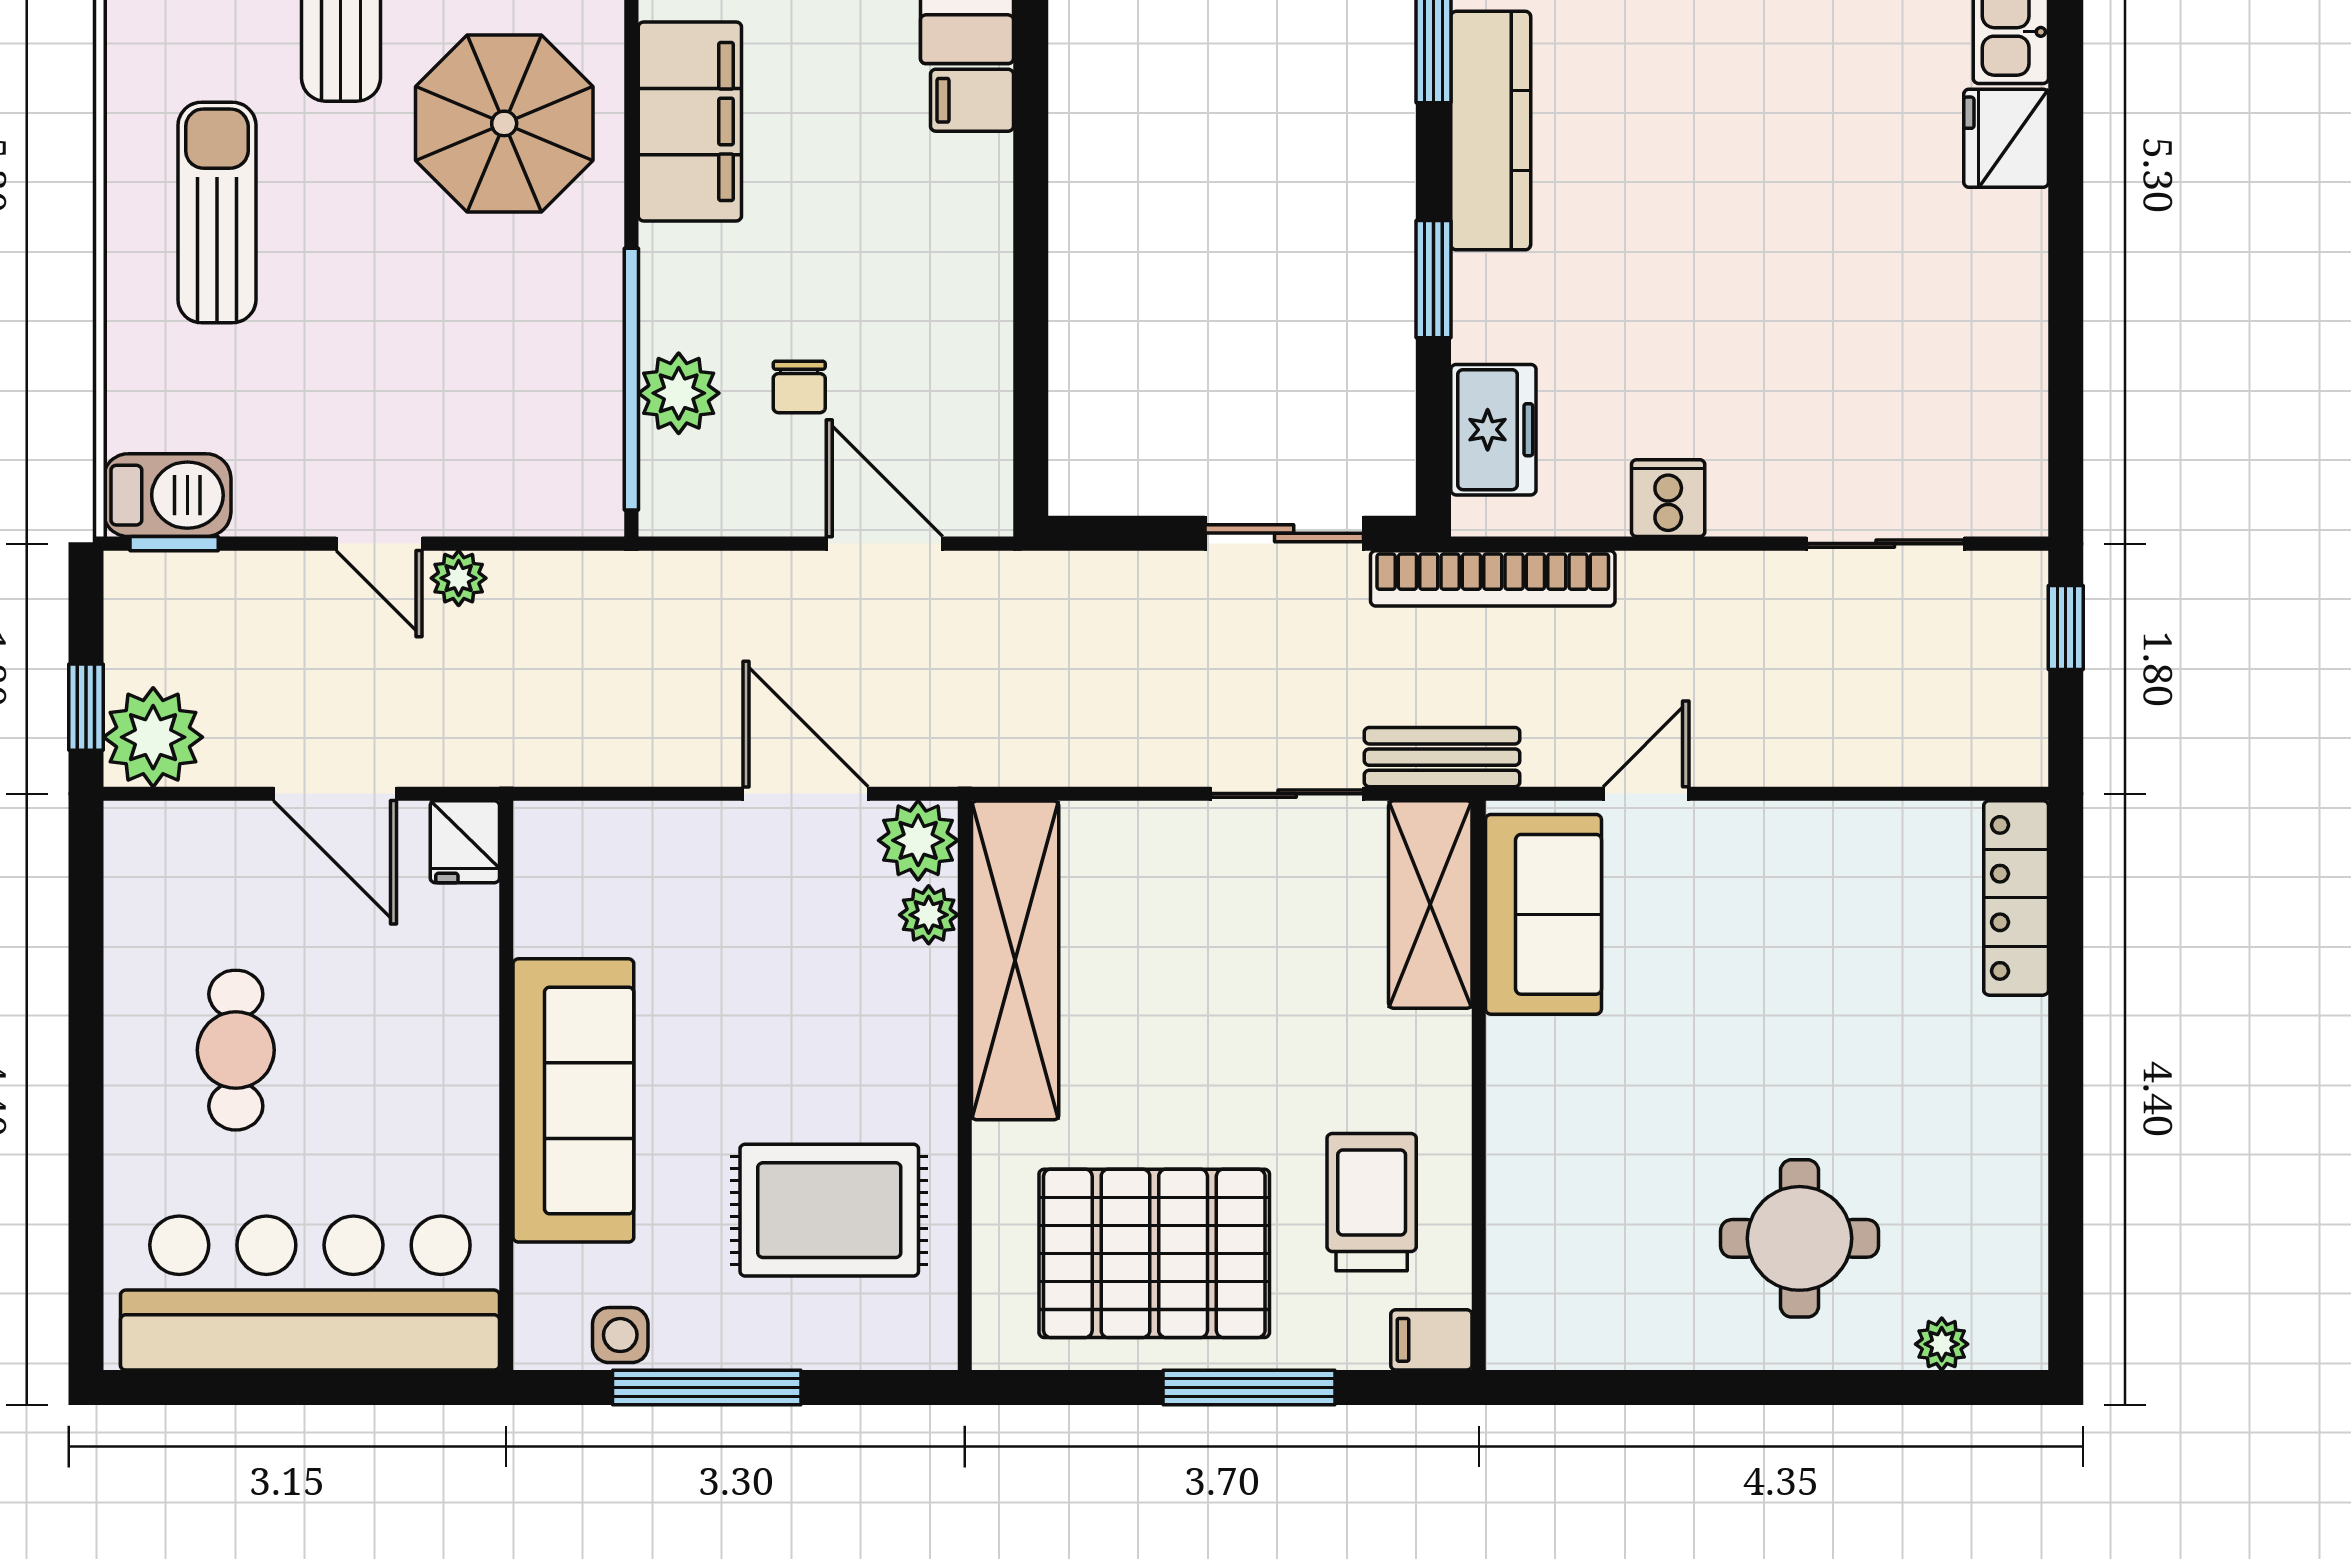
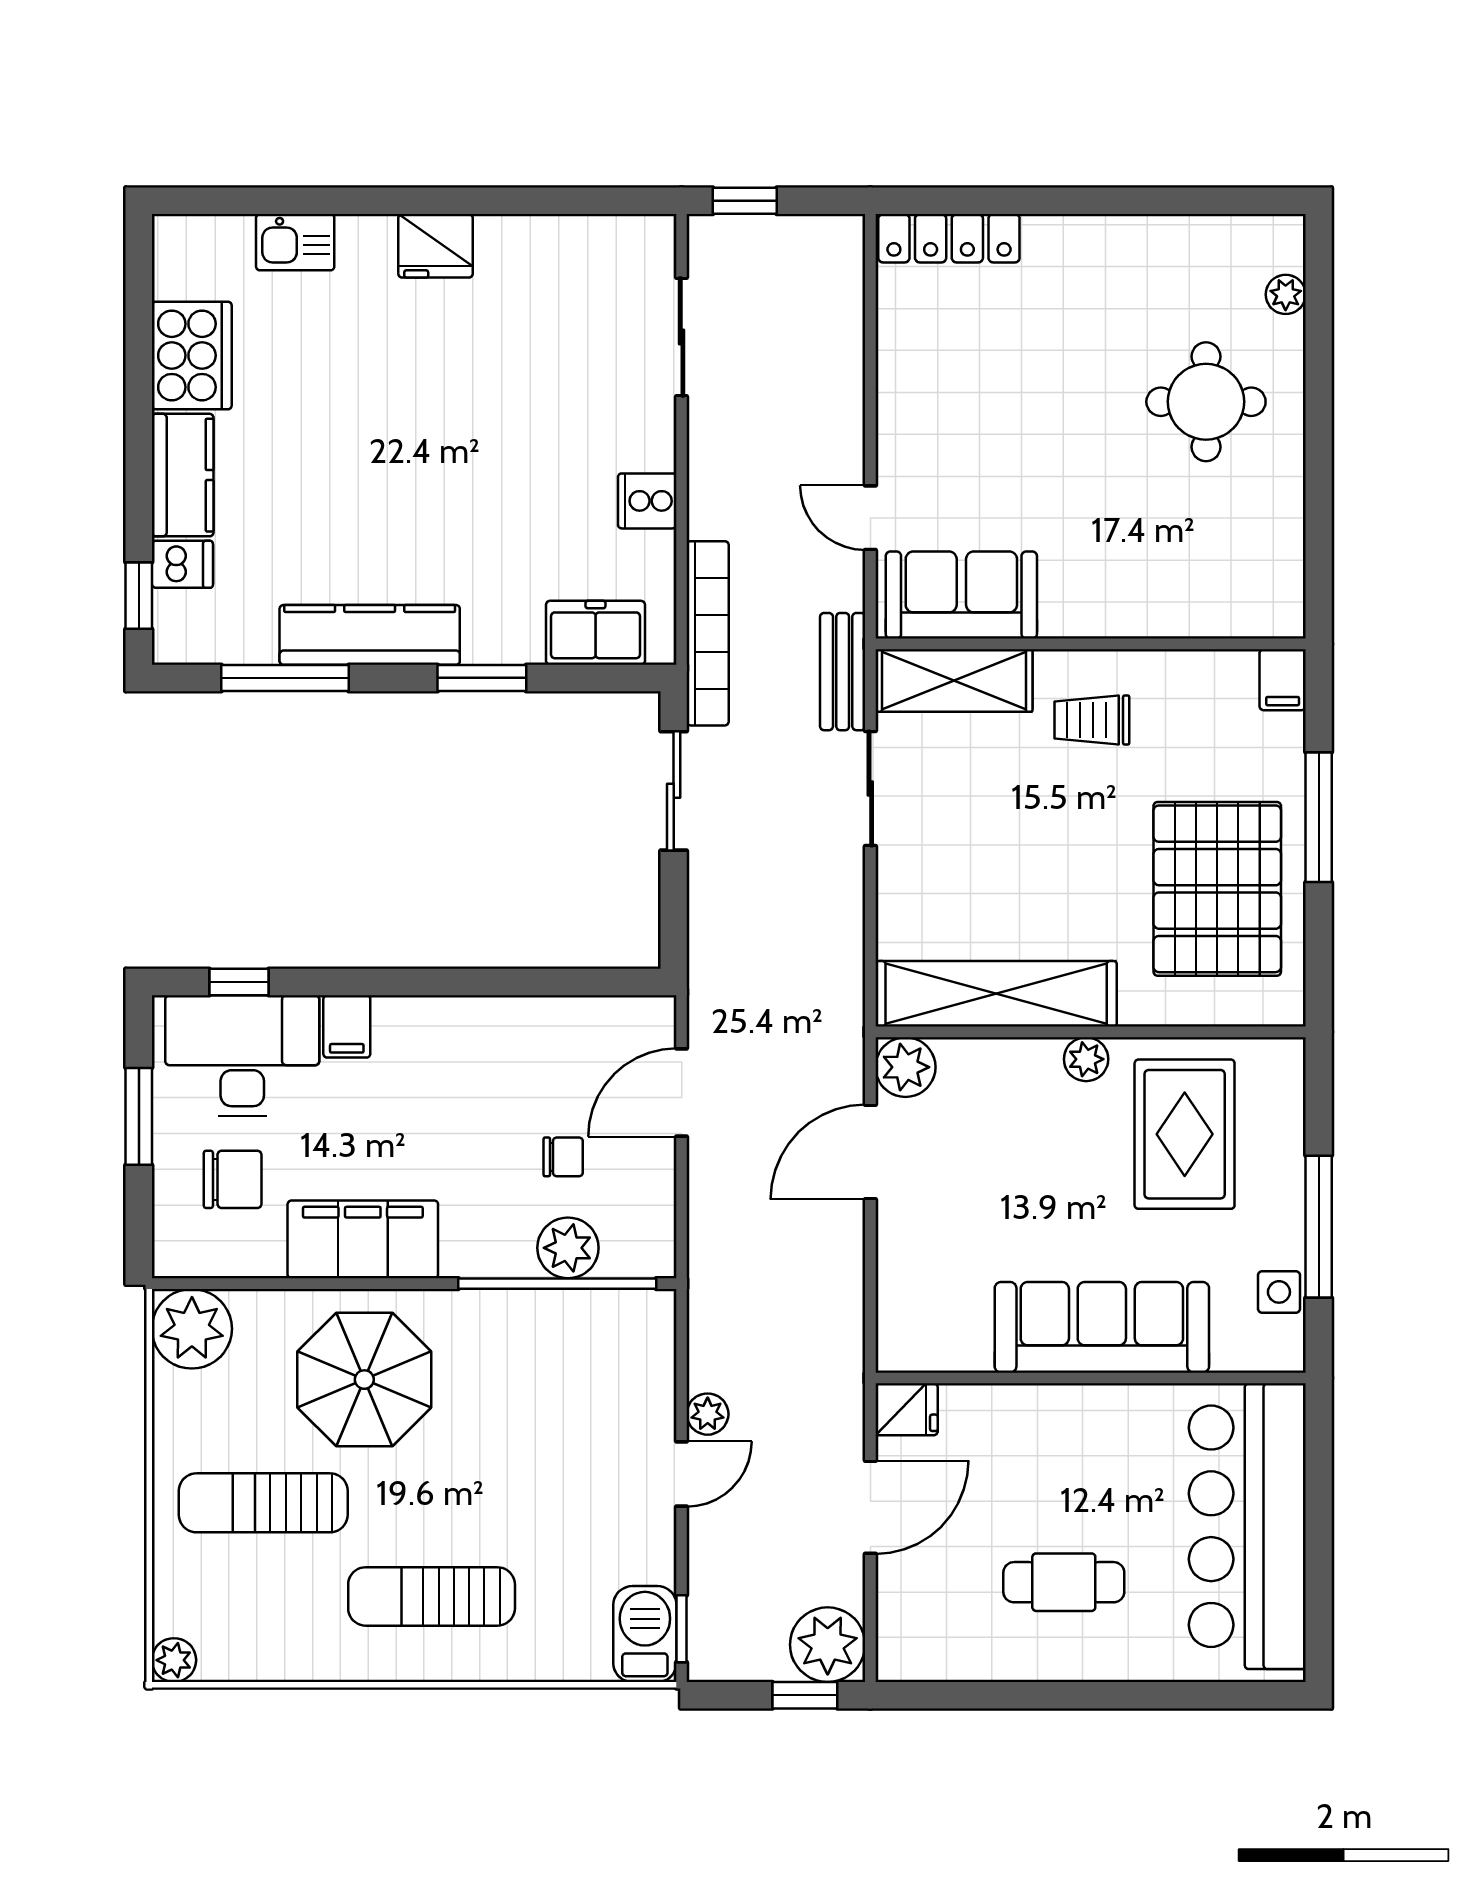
fridge: (2006, 138) -> (436, 246), moved
plant: (929, 915) -> (1086, 1059), moved
trolley: (1372, 1202) -> (1092, 720), moved, width x0.73, depth x0.72

